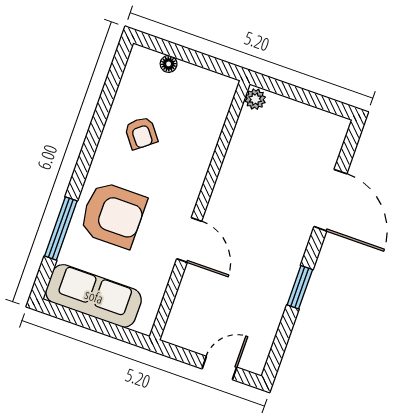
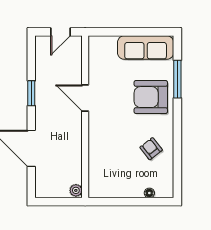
plant: (255, 99) -> (76, 190), moved
wall: (200, 210) -> (85, 117), moved
door: (189, 240) -> (85, 98), moved

